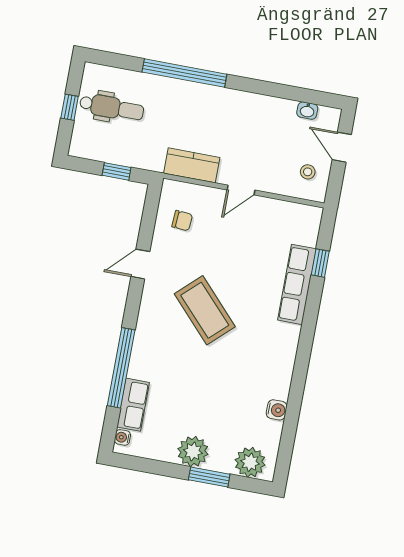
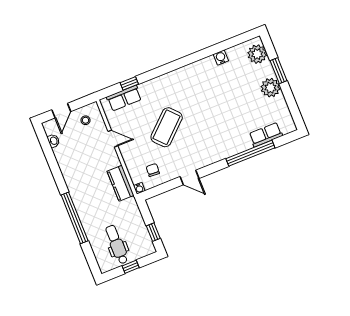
window: (117, 171) -> (153, 232), moved
door: (241, 190) -> (113, 139), moved
row of seats: (297, 284) -> (124, 98), moved, width x0.68
coffee table: (205, 310) -> (167, 127), moved
water cooler: (122, 437) -> (139, 188), moved

